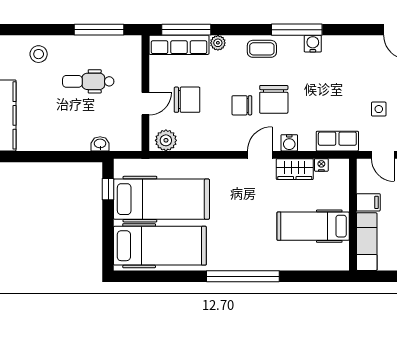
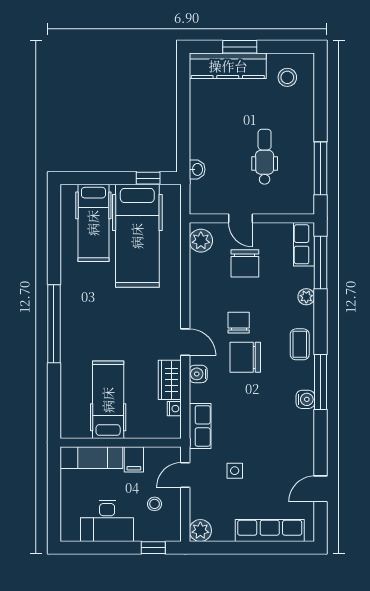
row of seats: (179, 45) -> (304, 244), width x0.68
stool: (39, 54) -> (287, 77), moved
hospital bed: (160, 246) -> (93, 223), width x0.73, depth x0.78

